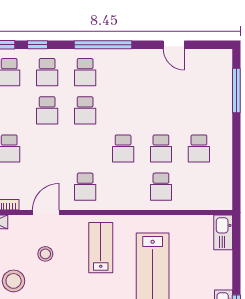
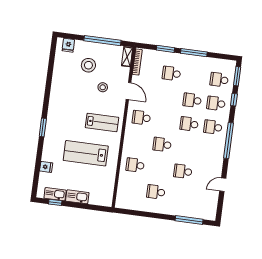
school desk: (161, 149) -> (183, 171), moved
kitchen sink: (223, 232) -> (77, 197), moved

